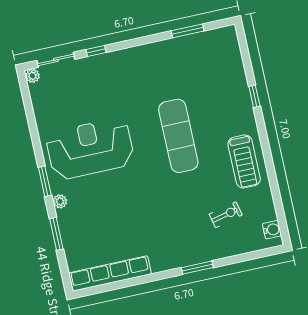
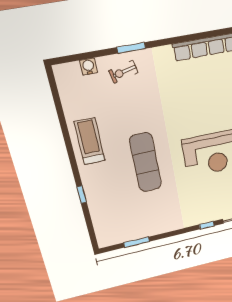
exercise bike: (226, 215) -> (123, 72), moved
water cooler: (272, 230) -> (89, 67), moved, turned 90

